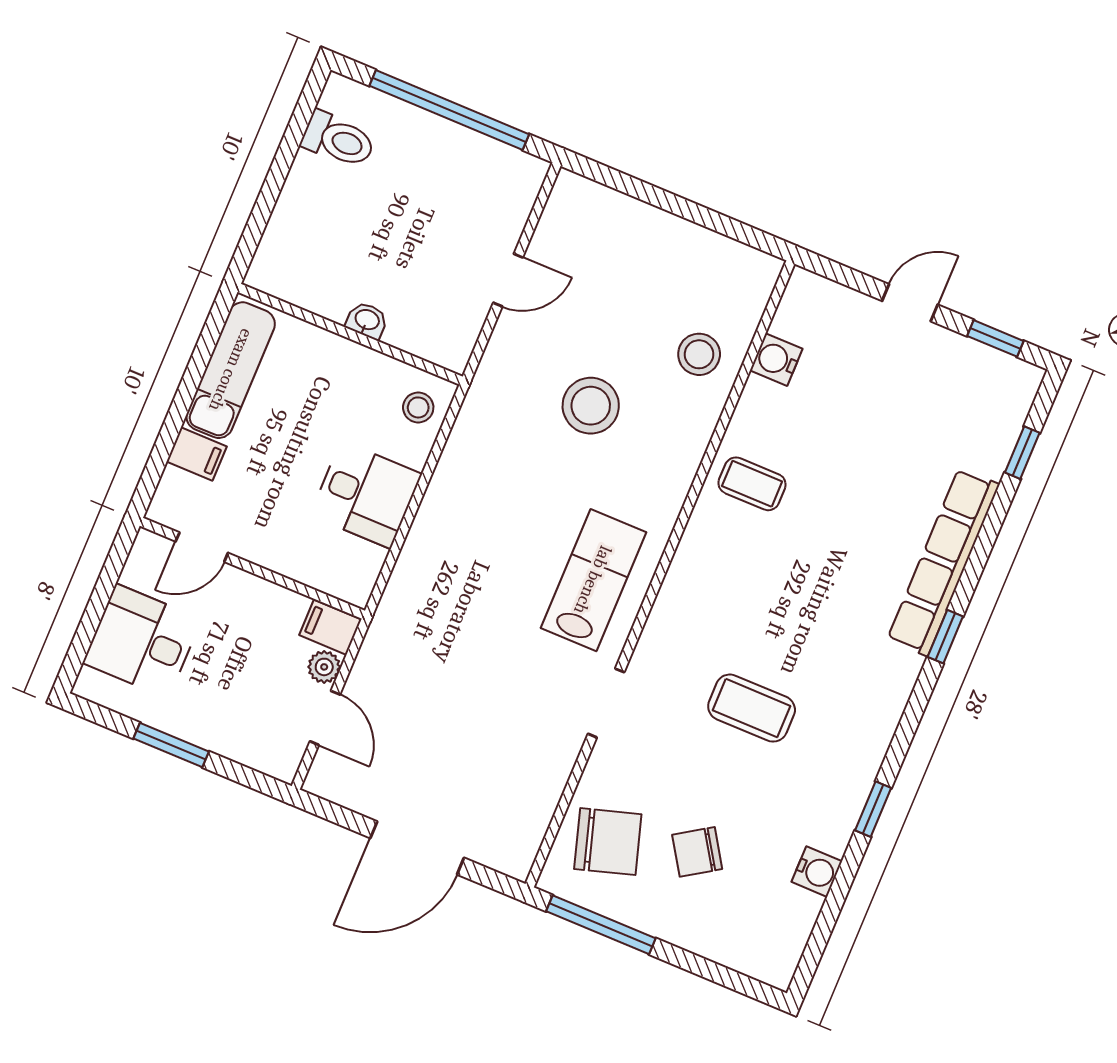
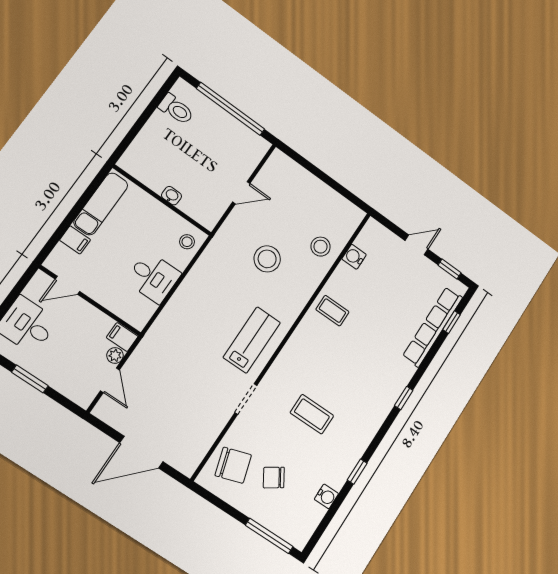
row of seats: (943, 562) -> (433, 327), moved
window: (601, 925) -> (269, 536), moved

